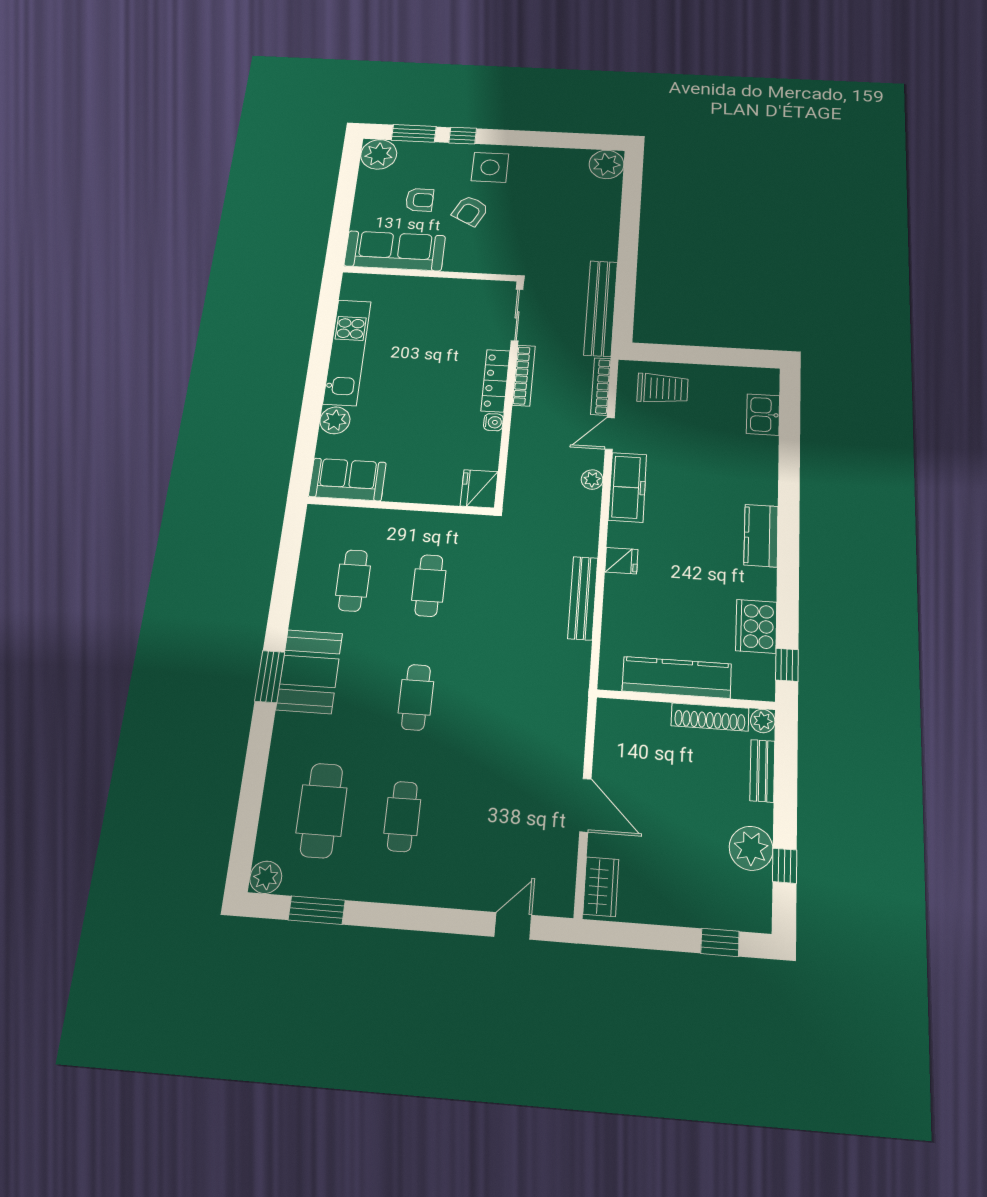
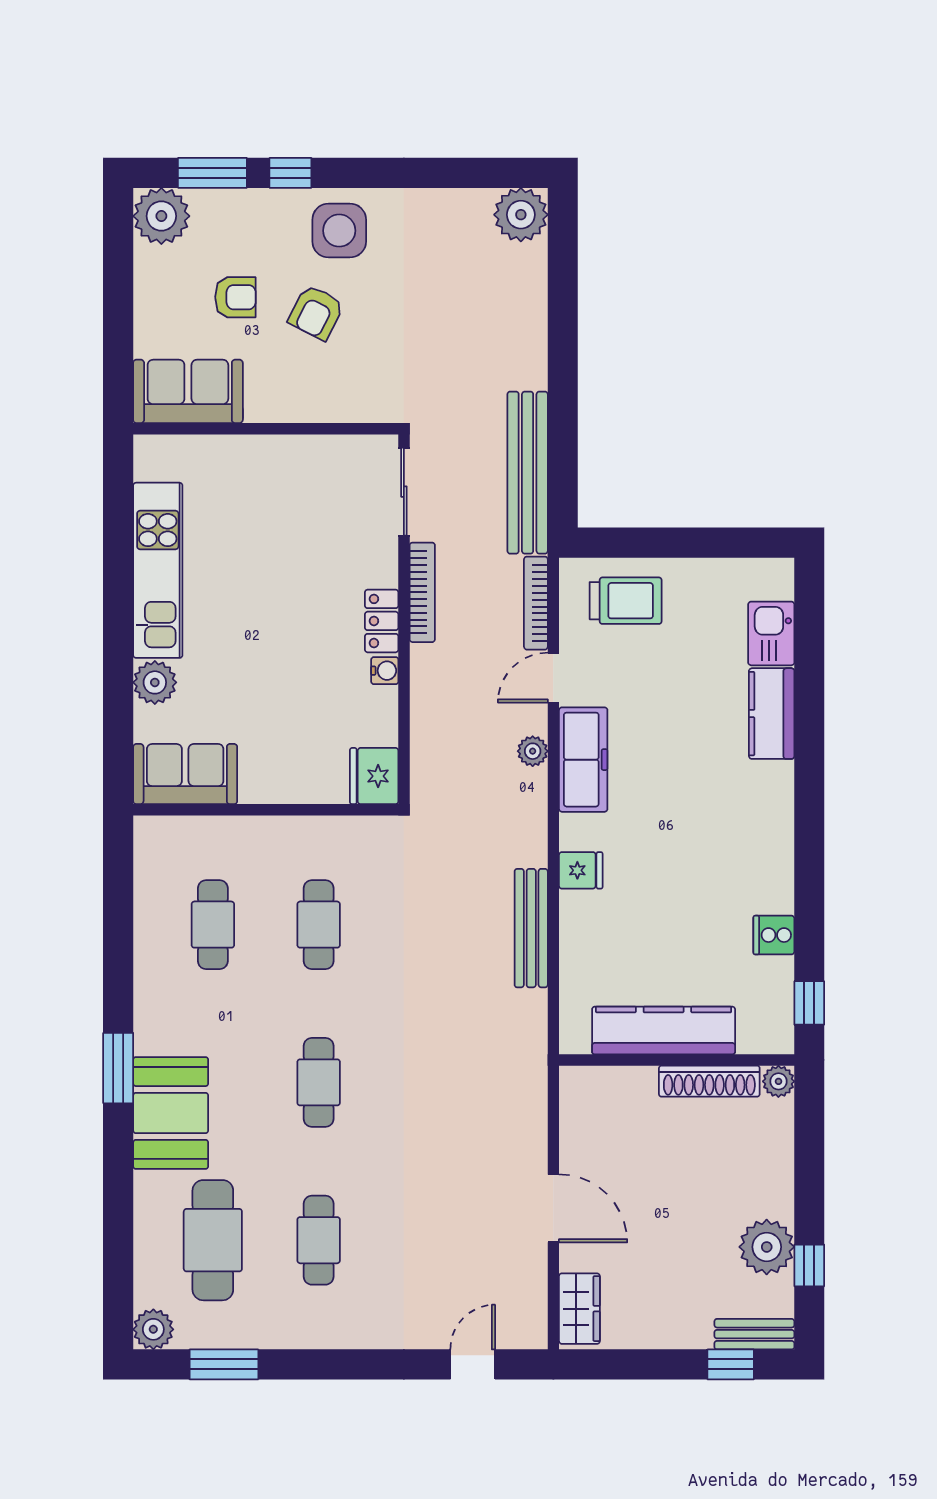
sofa: (395, 251) -> (188, 391), width x0.73
locker: (495, 381) -> (382, 621), width x0.66
kitchen counter: (761, 536) -> (772, 714), moved
cooker: (756, 626) -> (774, 935), width x0.53, depth x0.76
booth: (309, 671) -> (171, 1113), moved
bench: (762, 771) -> (754, 1334), moved, turned 90

